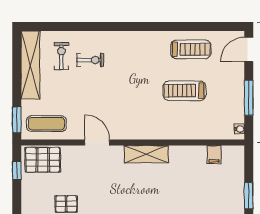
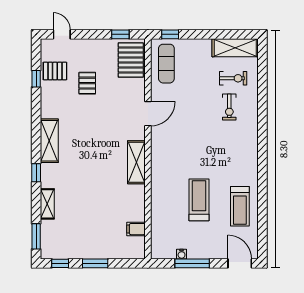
shelving: (30, 65) -> (235, 48), width x0.68
window: (17, 120) -> (170, 34), width x0.67
water cooler: (239, 129) -> (182, 254), moved

